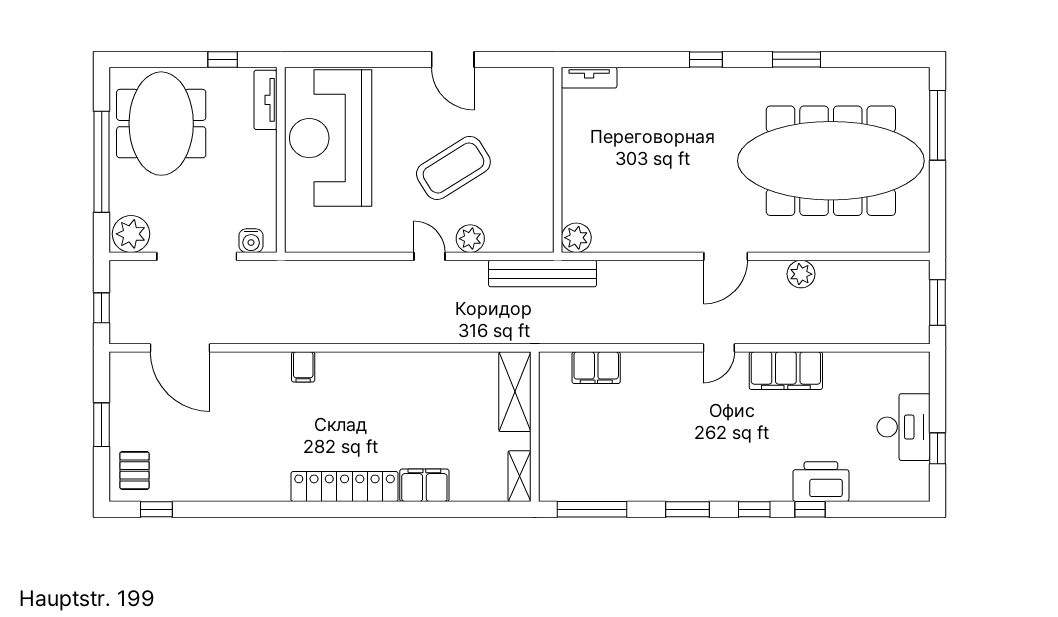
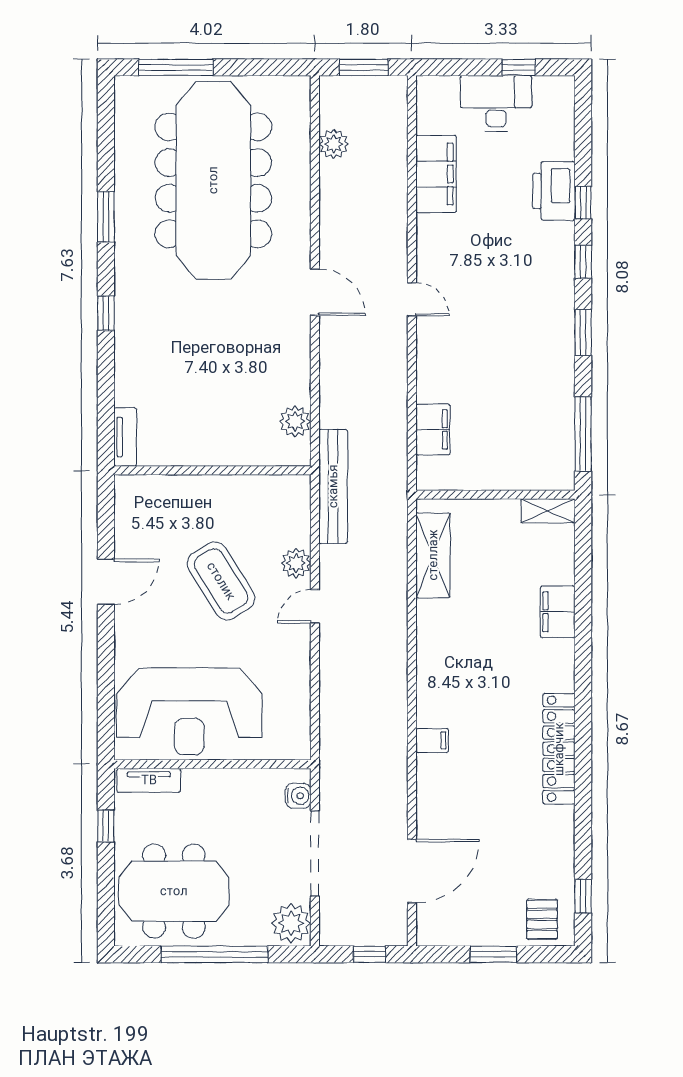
plant: (576, 238) -> (295, 421), moved
plant: (801, 274) -> (334, 144), moved
filing cabinet: (786, 371) -> (436, 174), moved
shelving: (515, 392) -> (433, 555), moved, turned 90
pallet: (134, 470) -> (542, 919), turned 90
locker: (345, 486) -> (559, 749), moved

